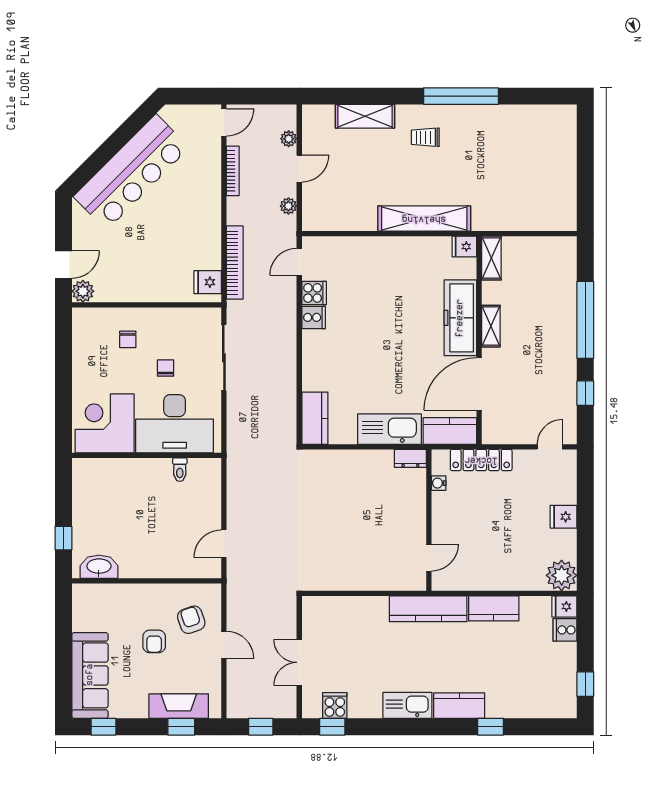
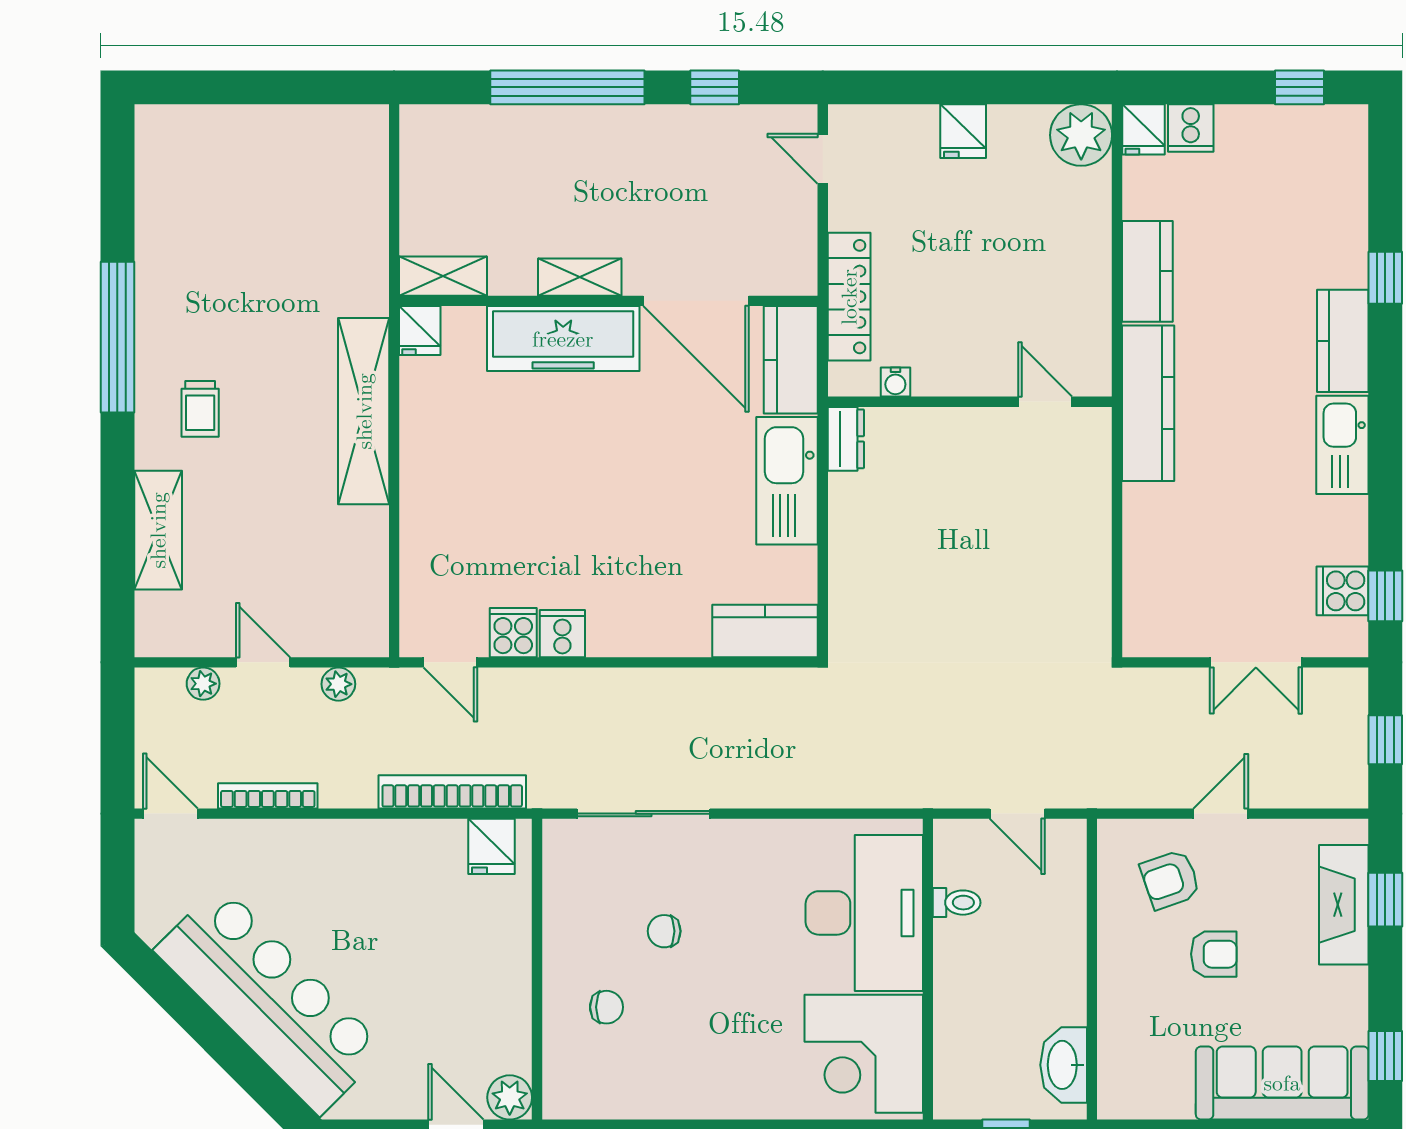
corner desk: (105, 423) -> (864, 1054), moved
desk: (175, 424) -> (864, 913), moved
wall: (147, 455) -> (928, 969), moved
toilet: (180, 470) -> (957, 903), moved

